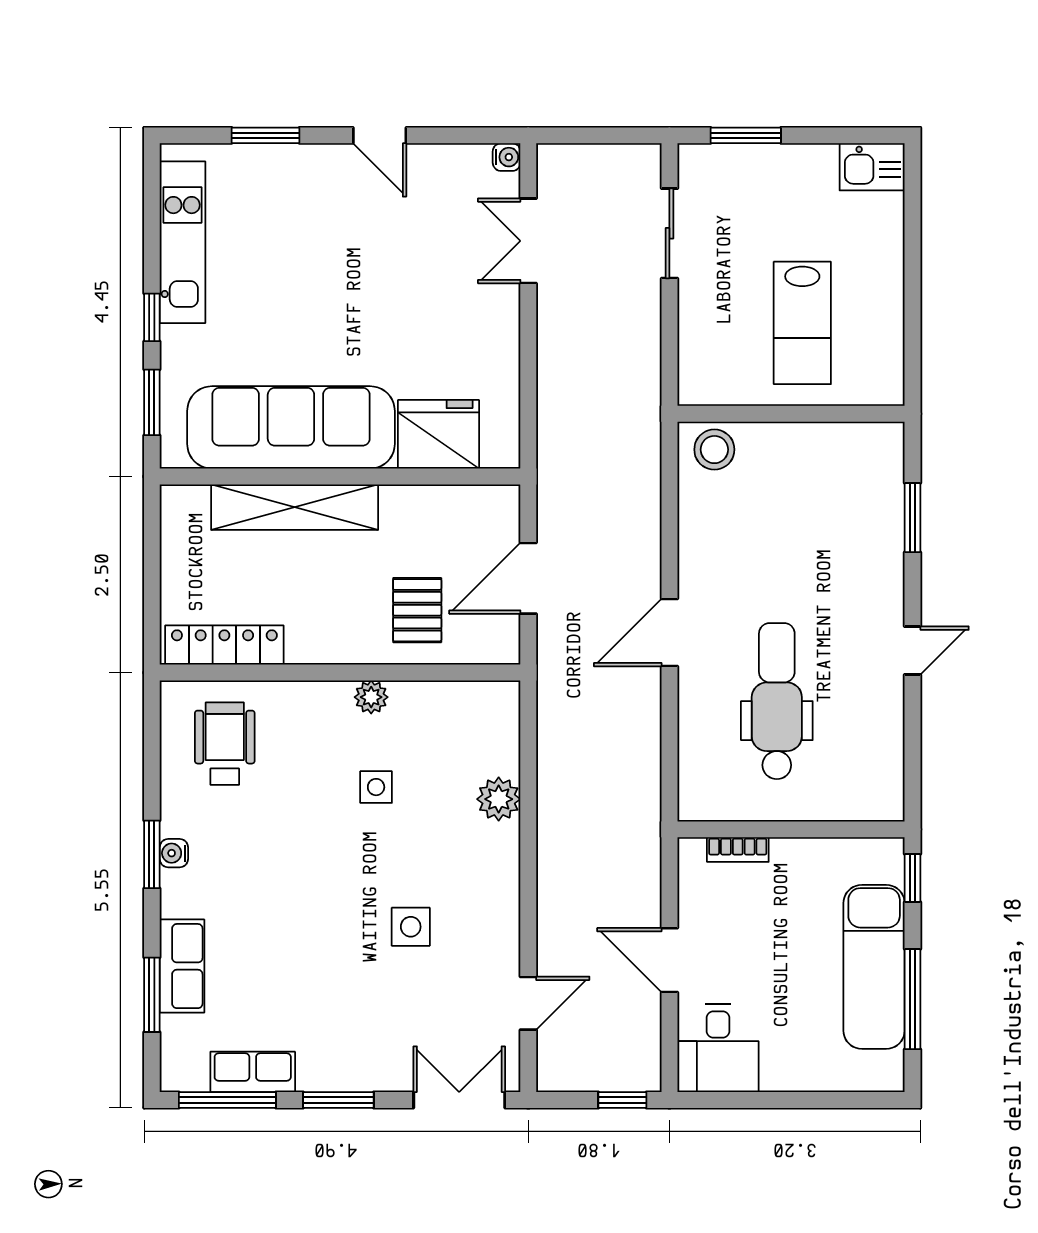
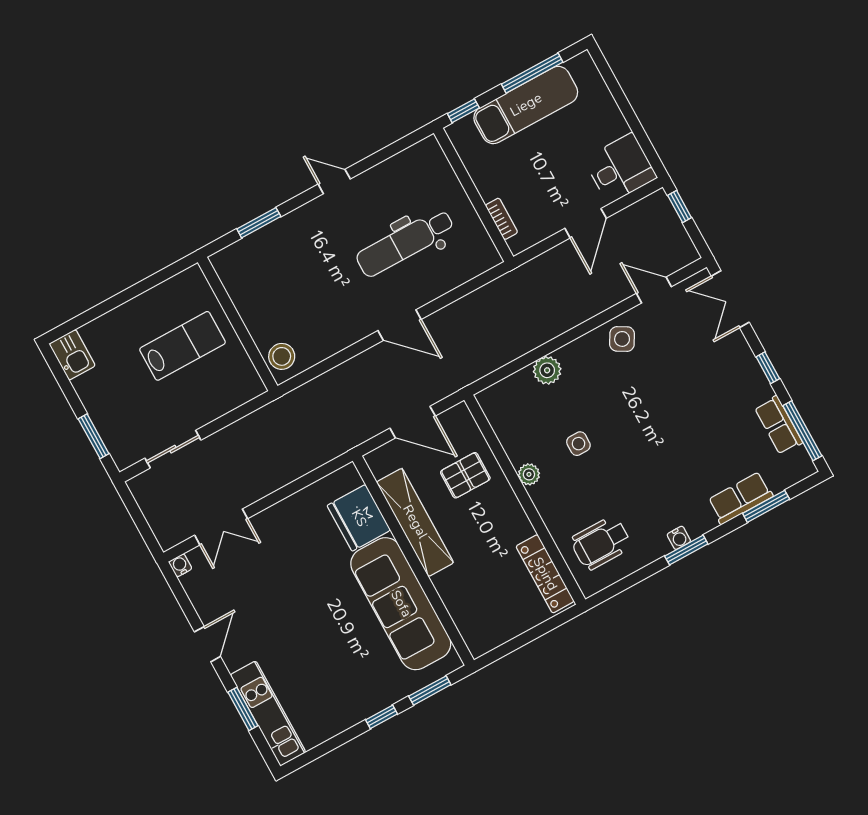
kitchen unit: (182, 242) -> (268, 714), moved, turned 90
shelving: (295, 507) -> (415, 522), moved
side table: (411, 927) -> (622, 339), moved, turned 30
window: (338, 1100) -> (768, 368), width x0.67

